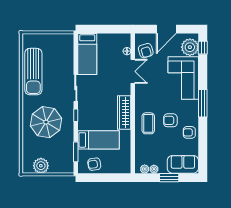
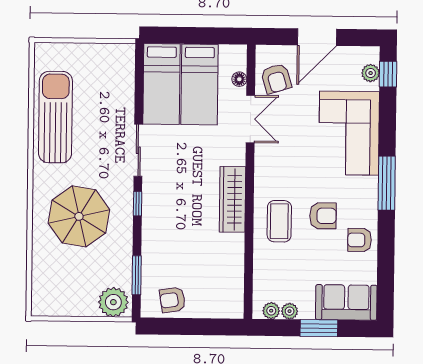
plant: (190, 47) -> (371, 73), width x0.53, depth x0.53
sun lounger: (33, 72) -> (55, 117), turned 180
armchair: (170, 120) -> (323, 216), turned 180
bed: (99, 140) -> (199, 84), moved, turned 90
plant: (41, 166) -> (113, 302), moved

